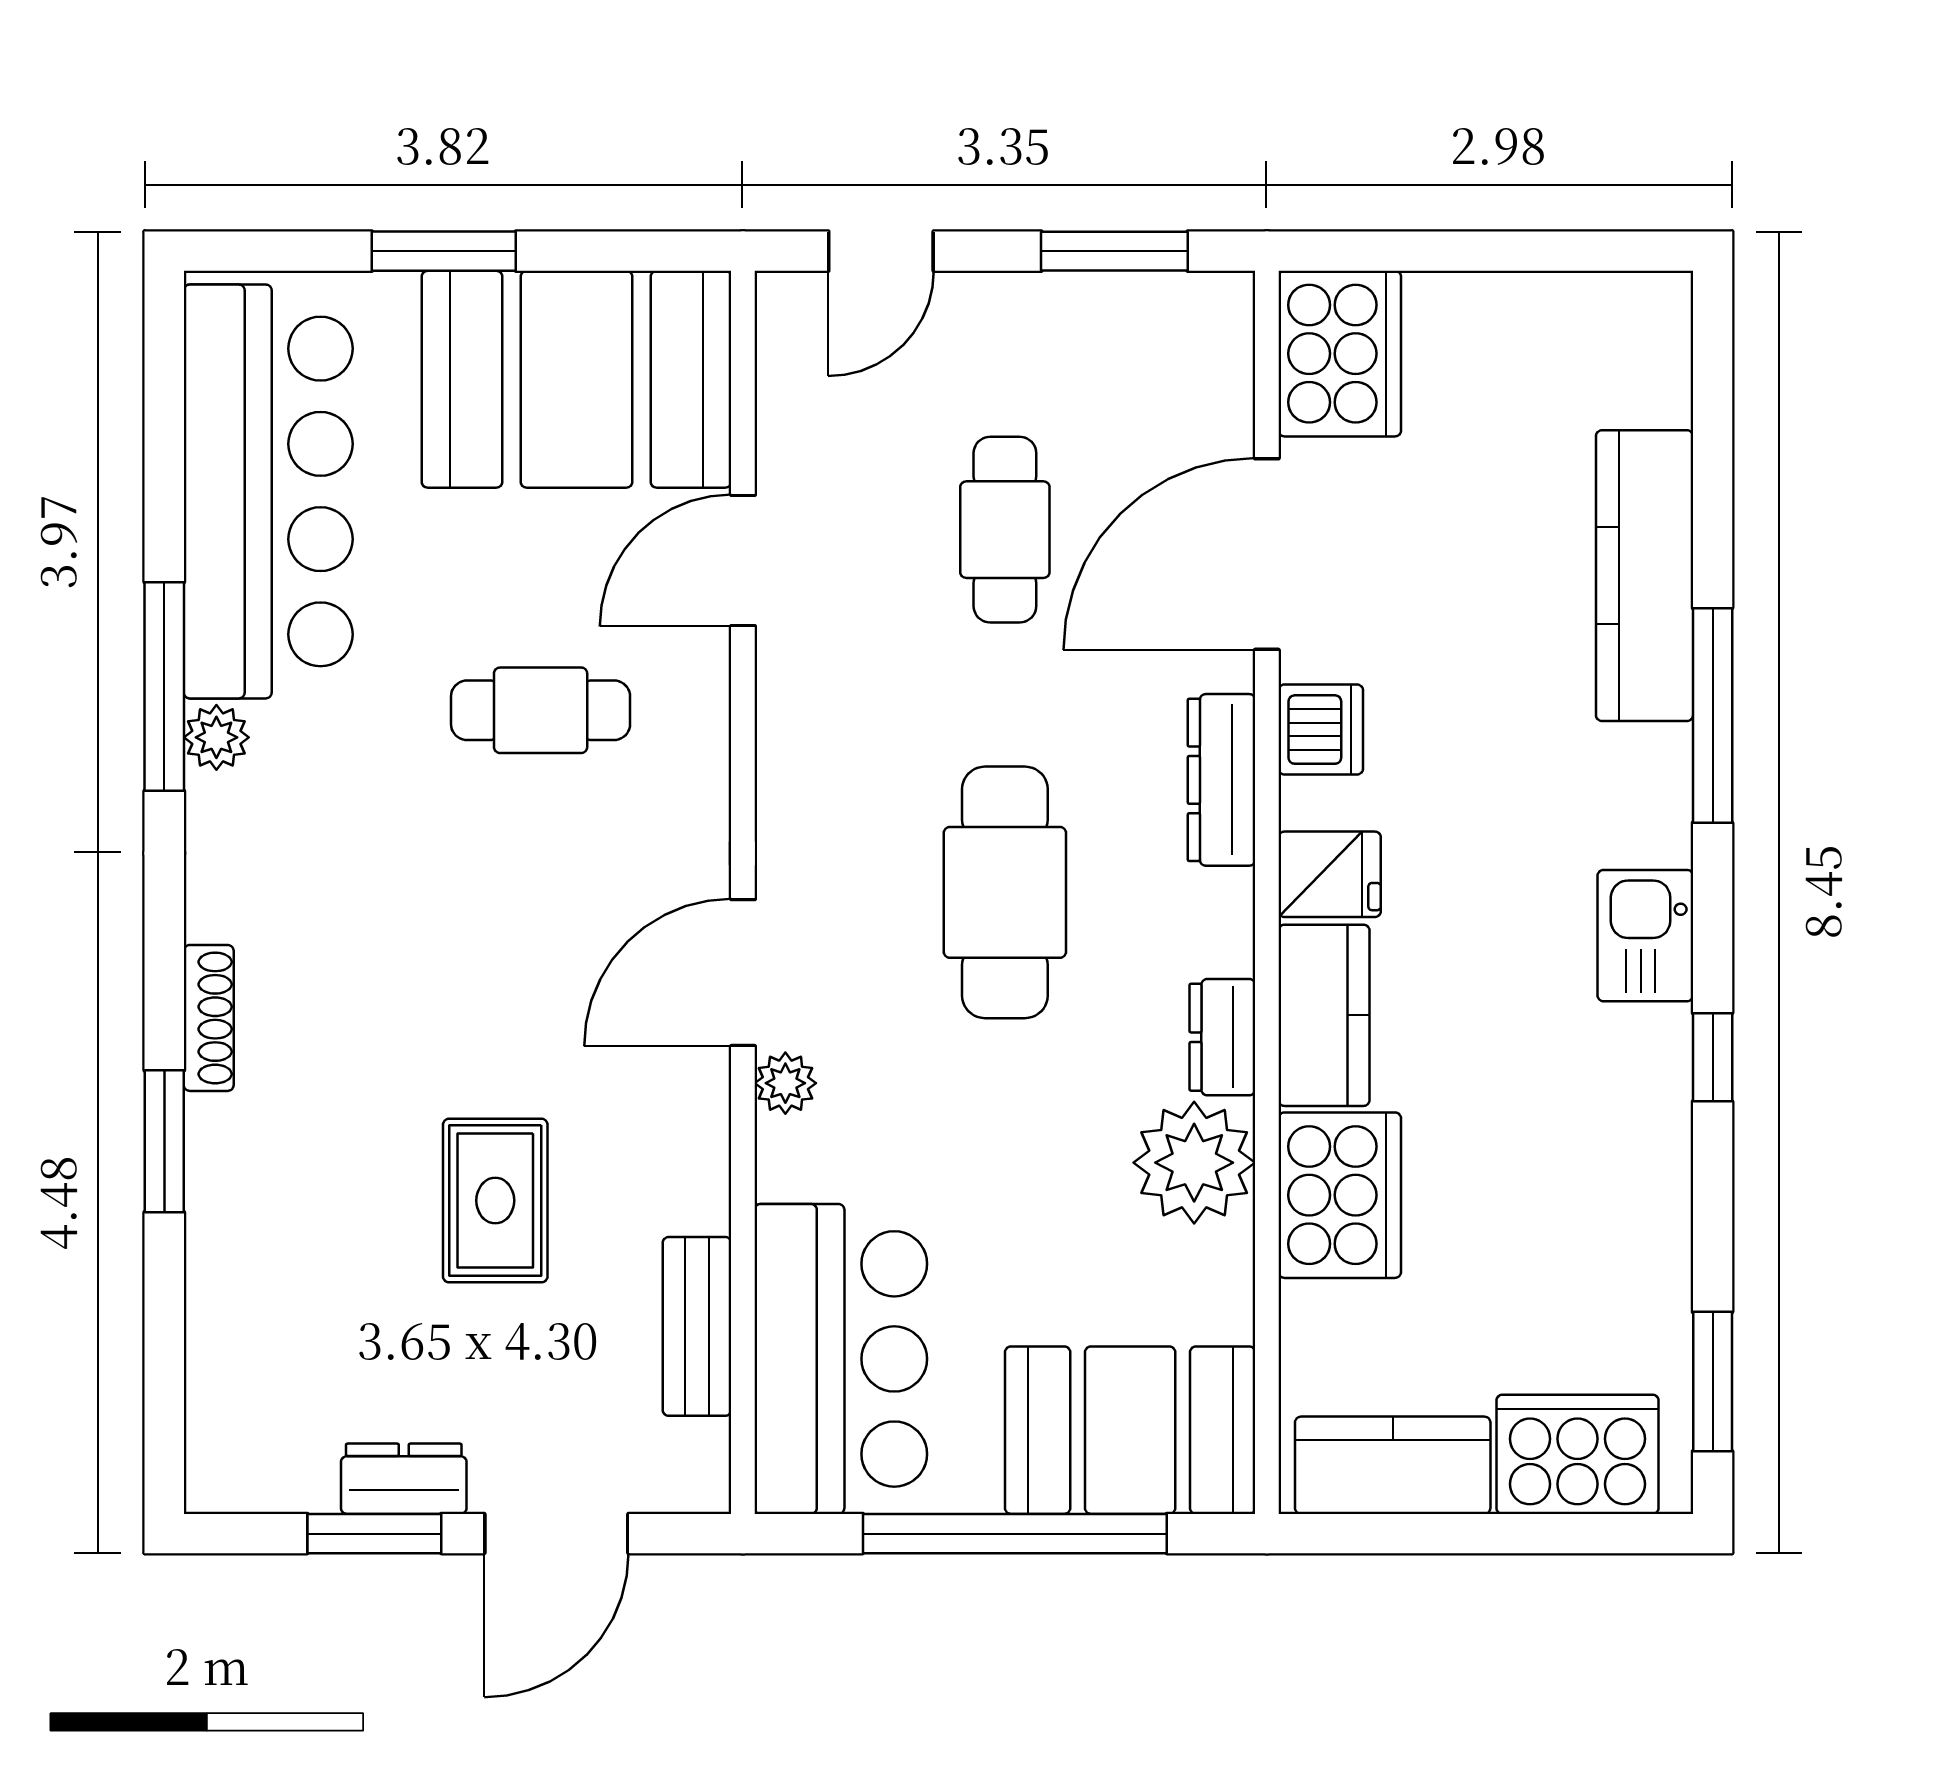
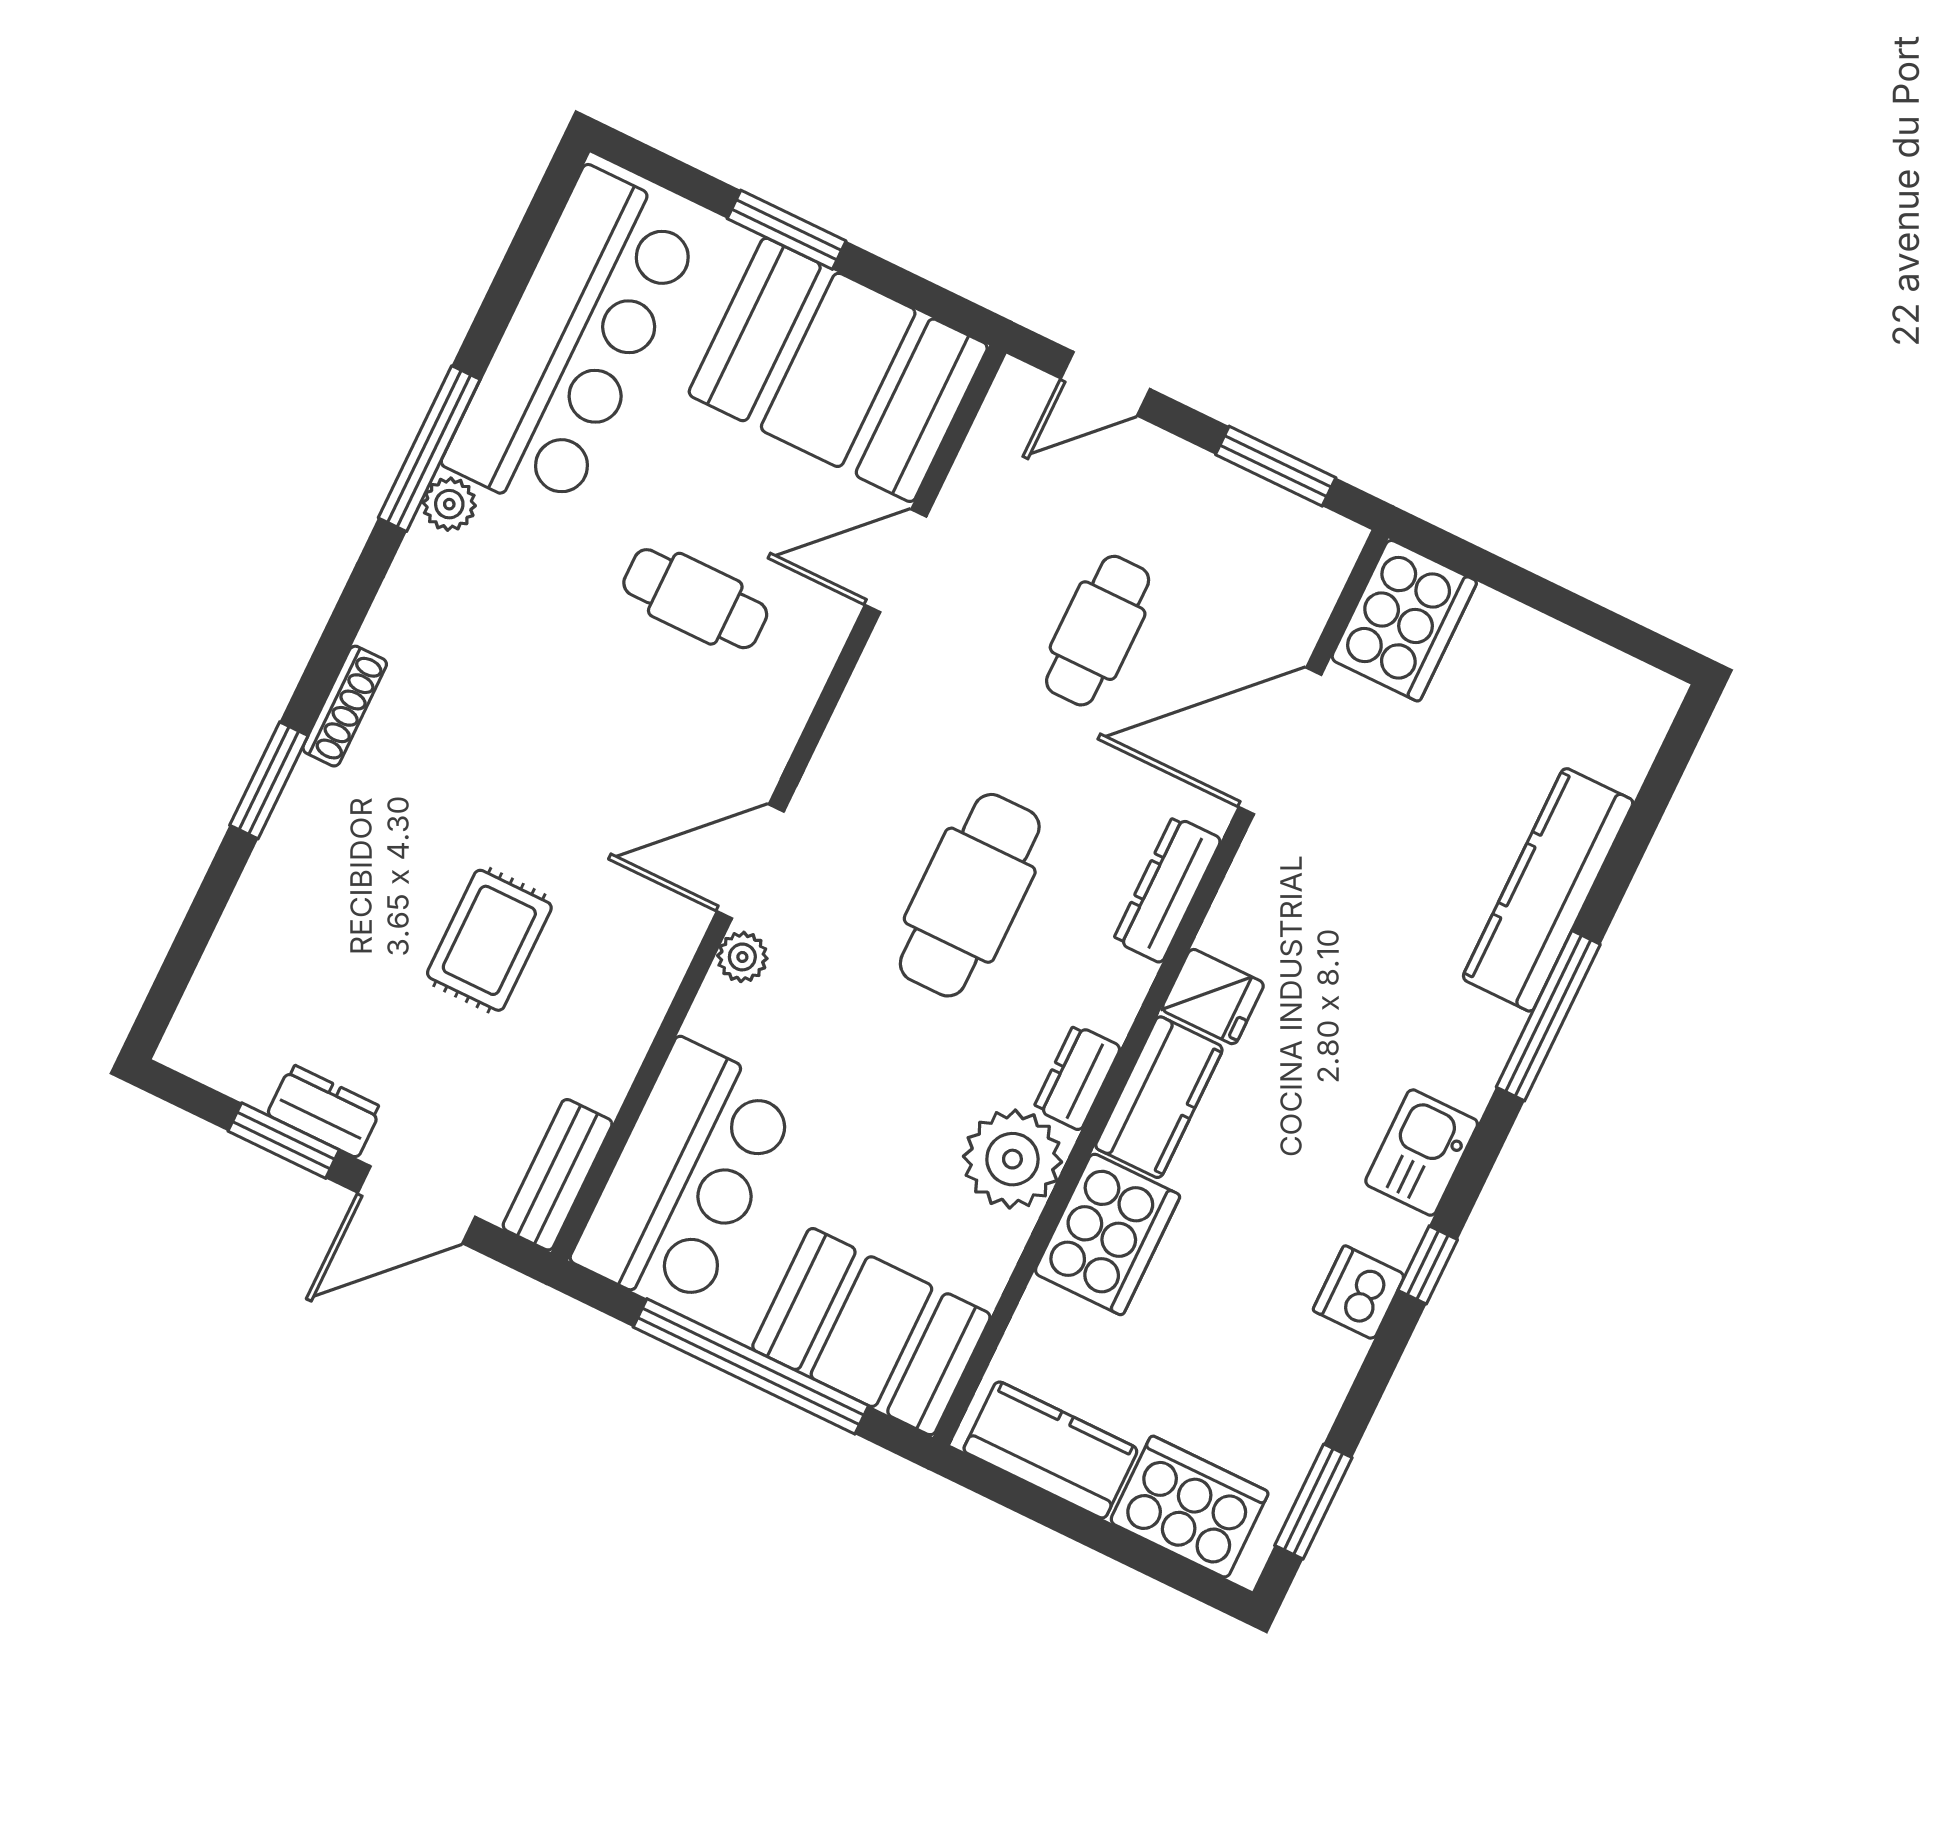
dishwasher: (1321, 730) -> (1359, 1293), moved, turned 180
bench: (697, 1326) -> (558, 1175), moved

